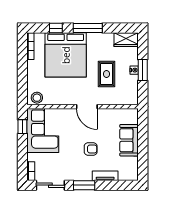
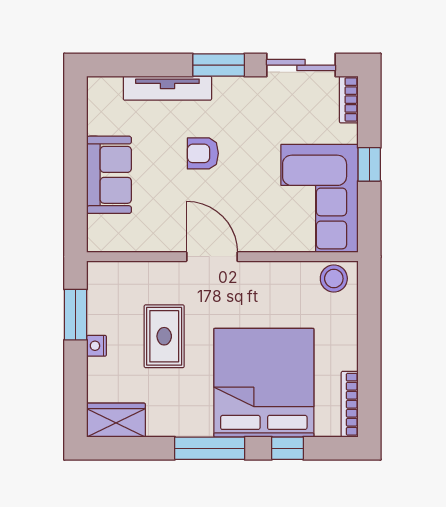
window: (143, 70) -> (76, 315), moved
window: (22, 127) -> (369, 164), moved
tv unit: (105, 176) -> (167, 88), width x1.41

